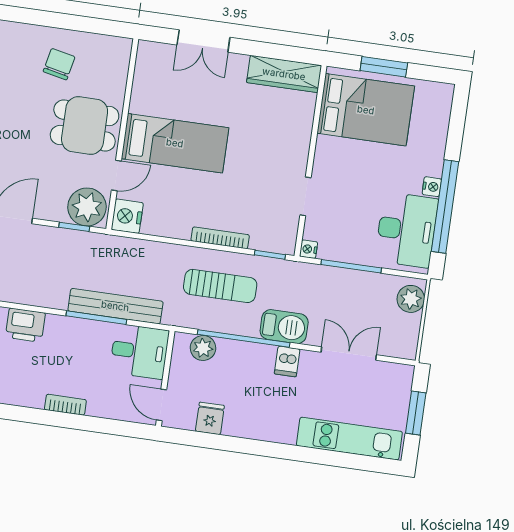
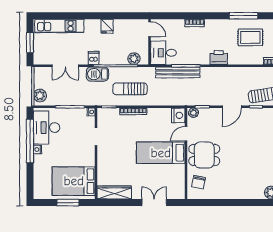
chair: (59, 64) -> (199, 182), moved
plant: (87, 207) -> (193, 113), width x0.53, depth x0.53
fridge: (210, 418) -> (107, 26), moved

